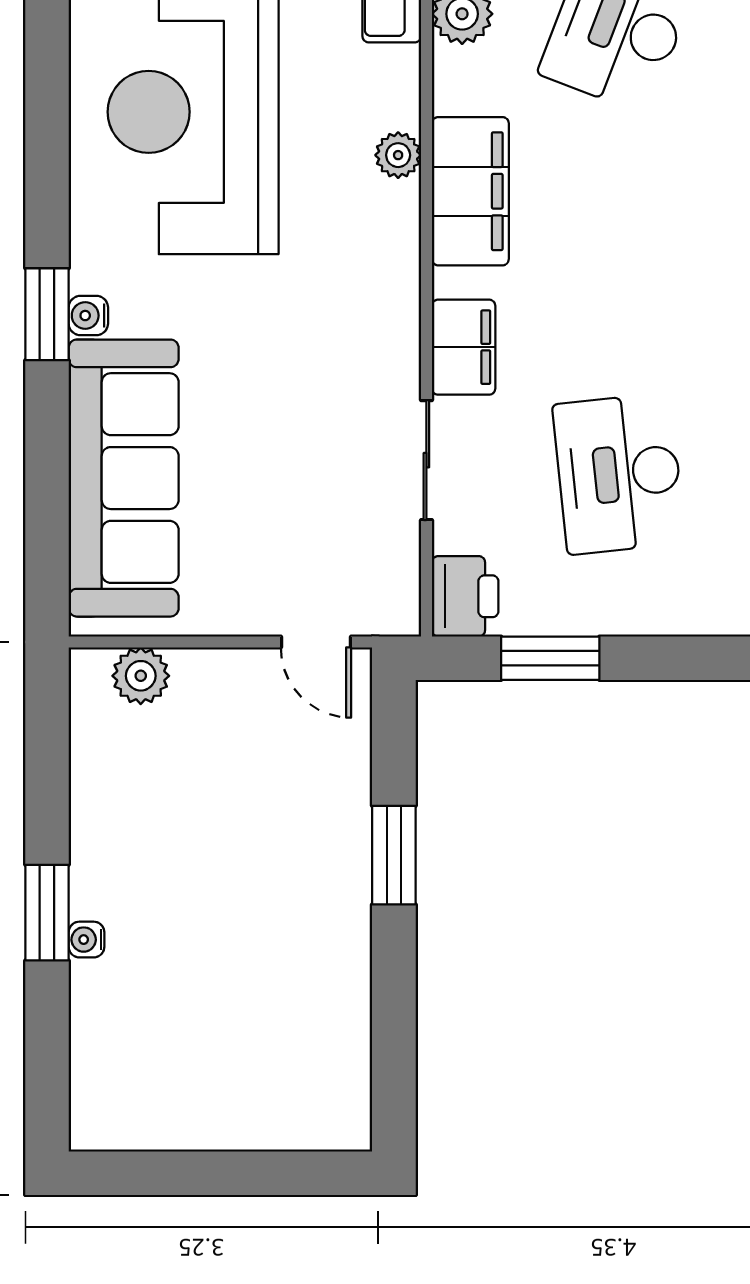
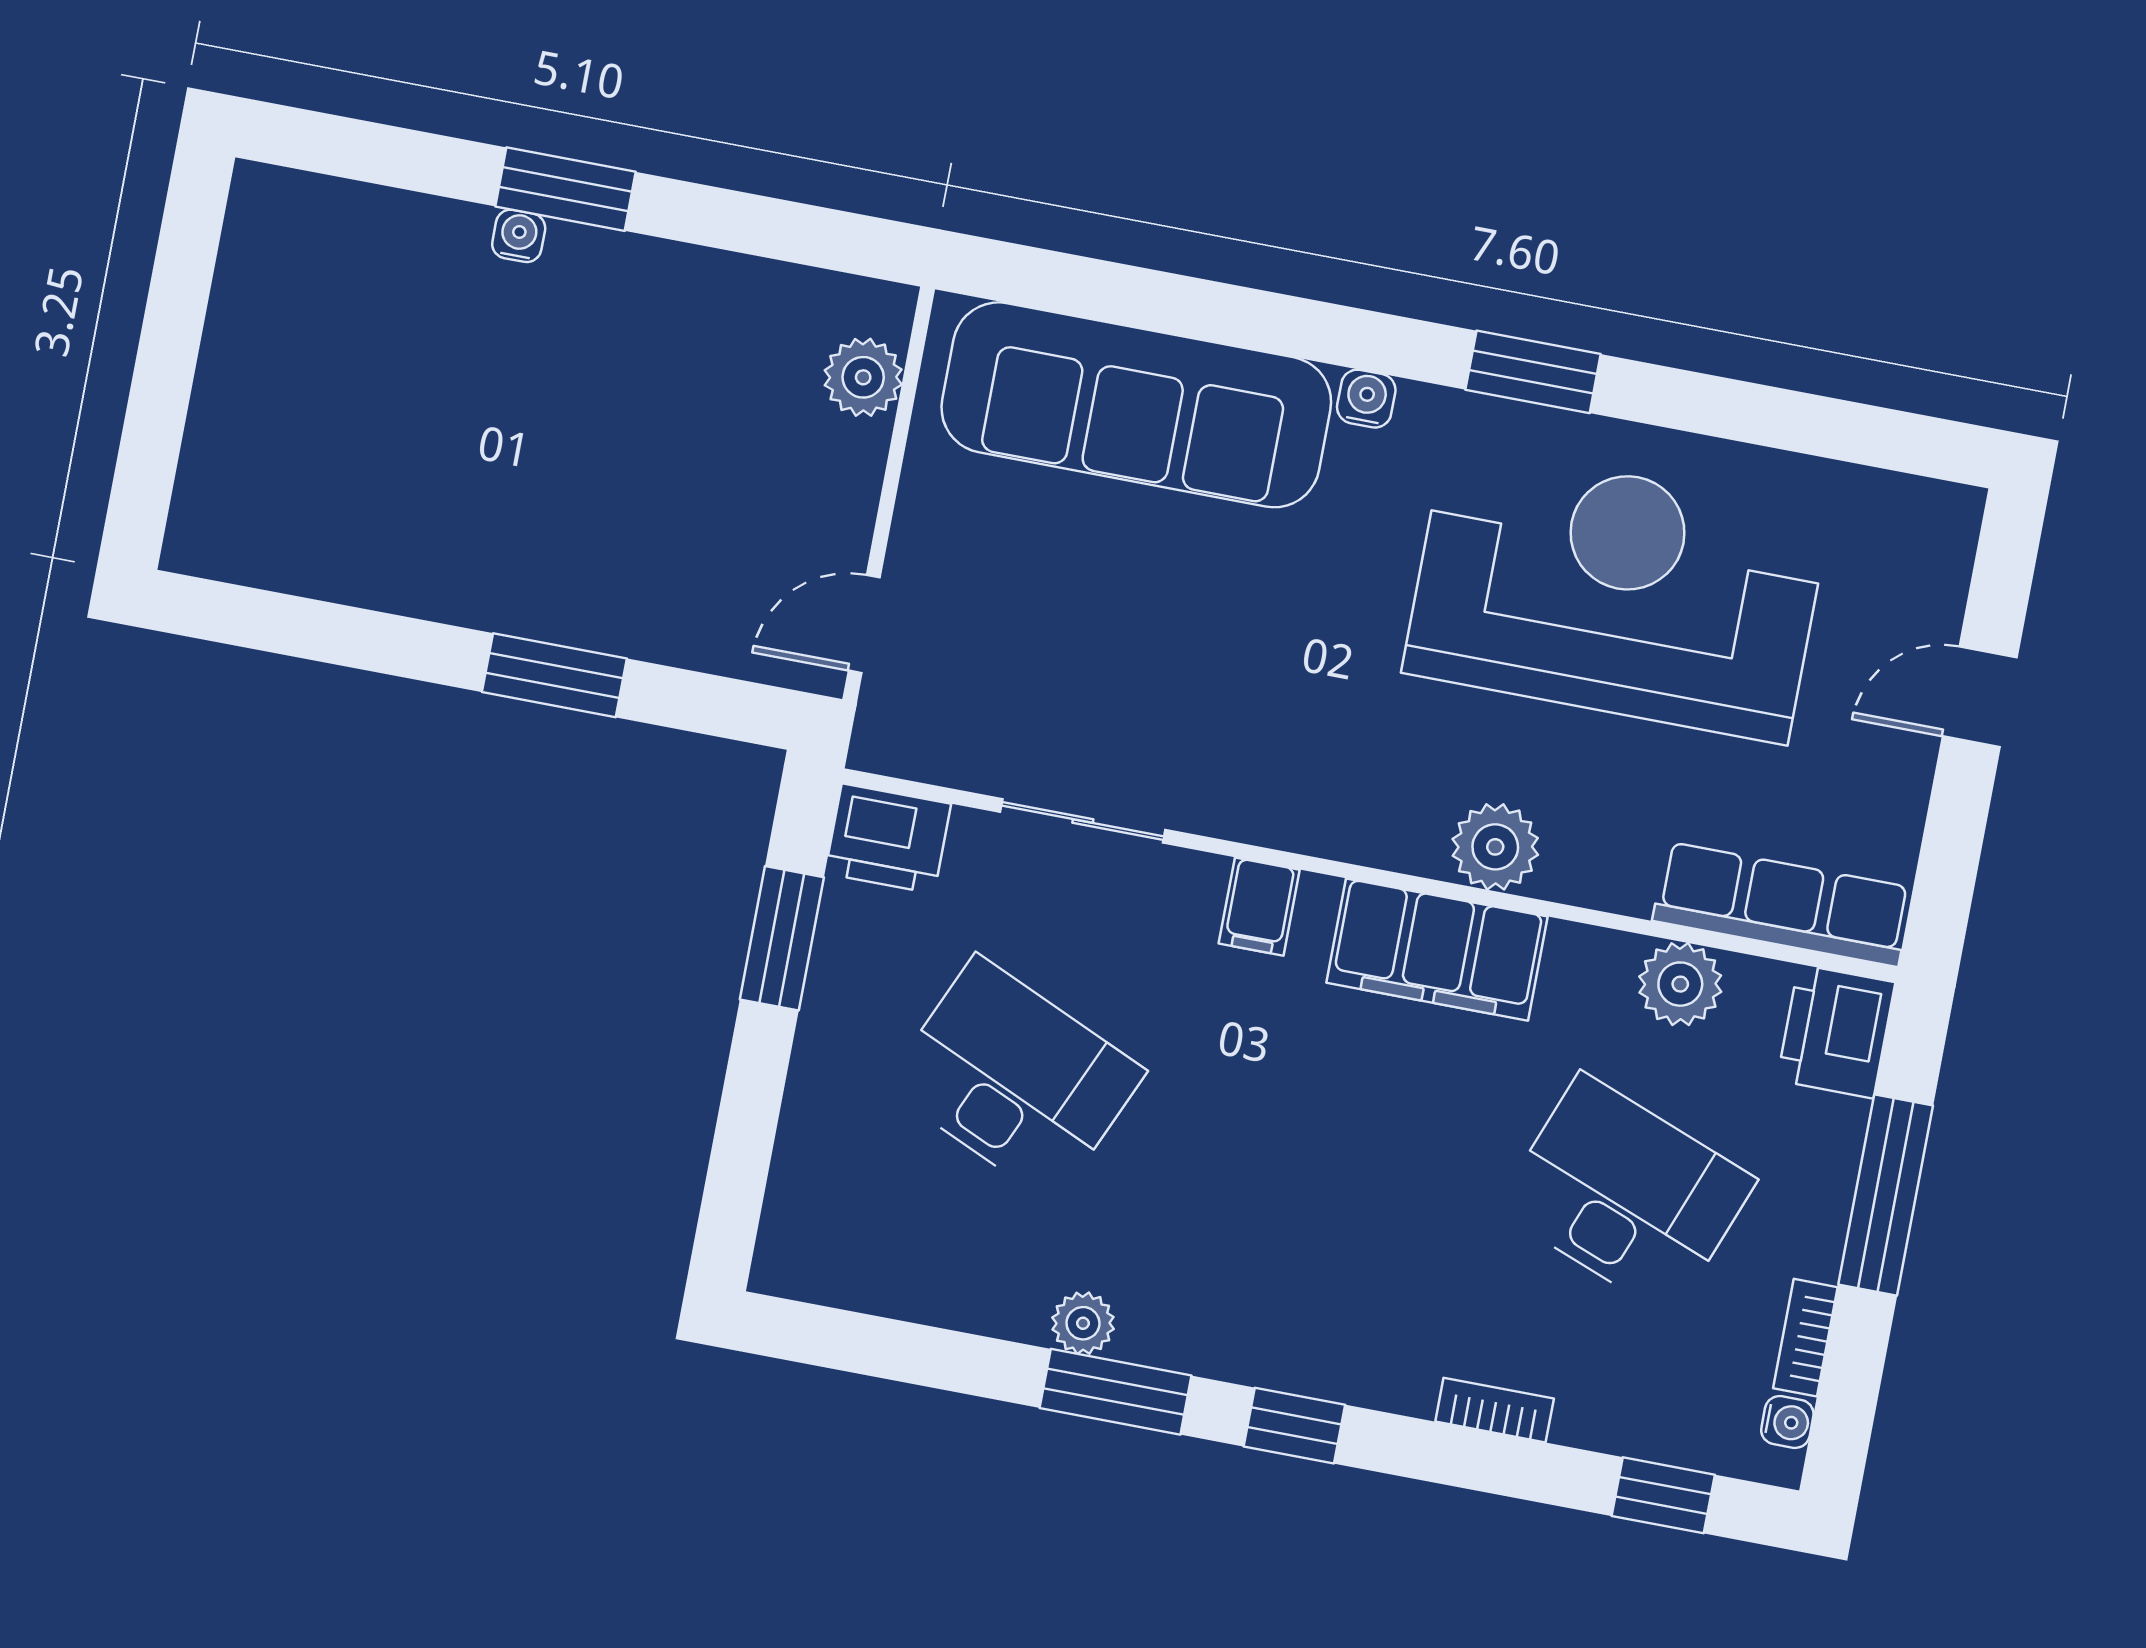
plant: (398, 155) -> (1495, 847), width x1.38, depth x1.38
window: (47, 314) -> (1533, 372), moved
filing cabinet: (464, 347) -> (1259, 907), width x0.50
desk: (619, 474) -> (1015, 1079), turned 30

